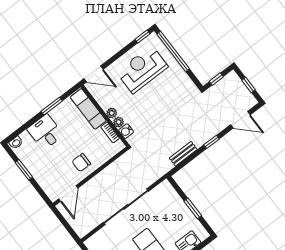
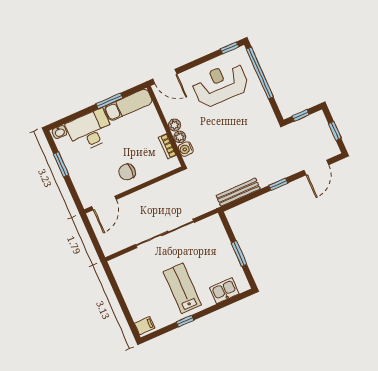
exam couch: (88, 109) -> (128, 105), moved, turned -90
door: (240, 120) -> (316, 167), hinge flipped
desk: (45, 132) -> (90, 130), width x1.37
bench: (183, 154) -> (238, 192), width x1.36

